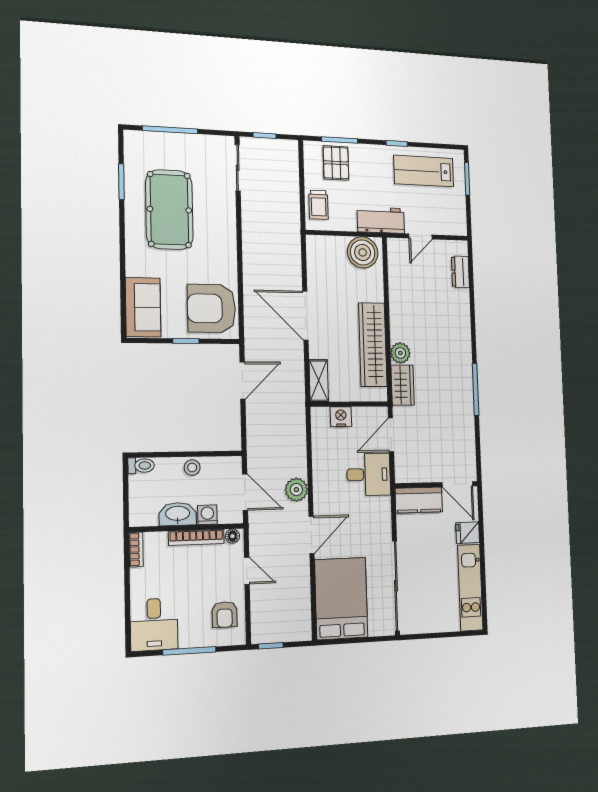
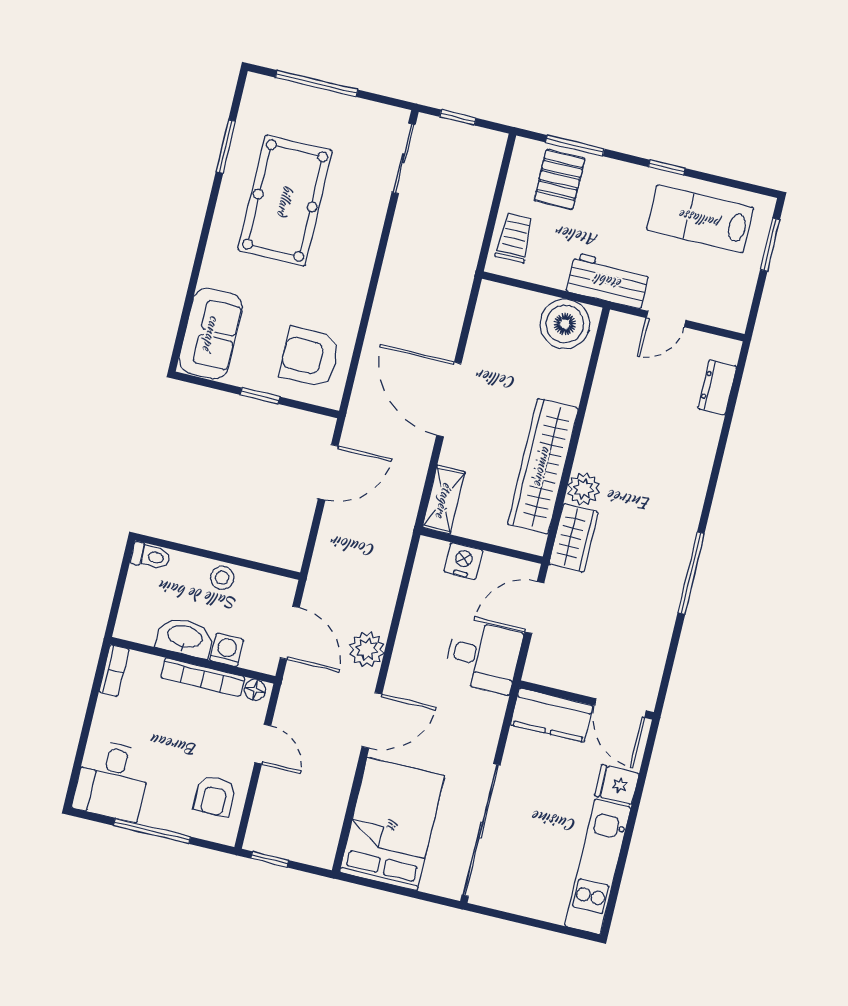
trolley: (319, 205) -> (514, 238), turned 180
armchair: (212, 308) -> (310, 357), width x0.73, depth x0.73

